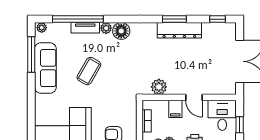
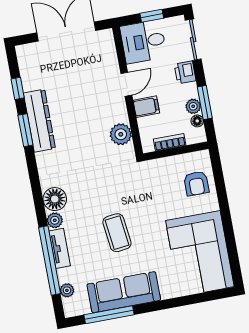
window: (218, 19) -> (18, 88), moved
plant: (42, 28) -> (67, 290), moved
coffee table: (89, 71) -> (117, 233), turned 53

